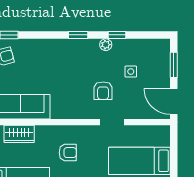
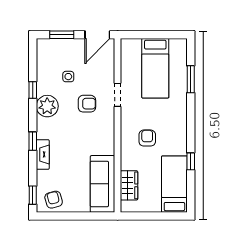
window: (78, 35) -> (33, 141), moved
fireplace: (51, 45) -> (43, 154), added
plant: (106, 45) -> (47, 106), width x1.87, depth x1.87

